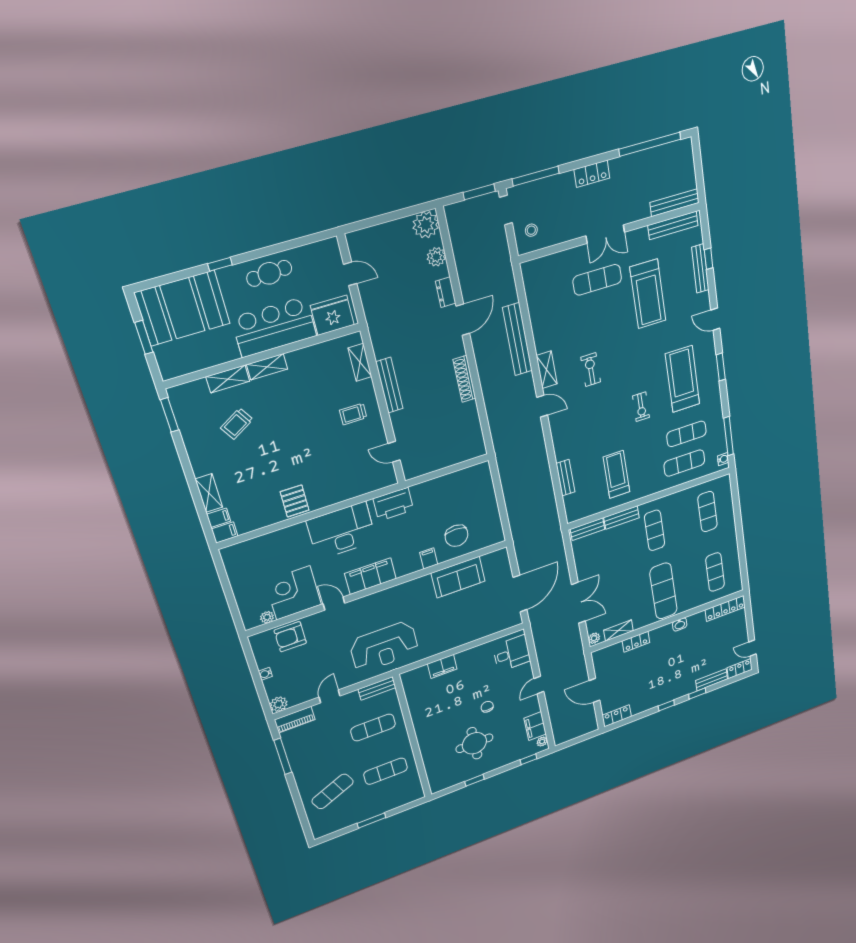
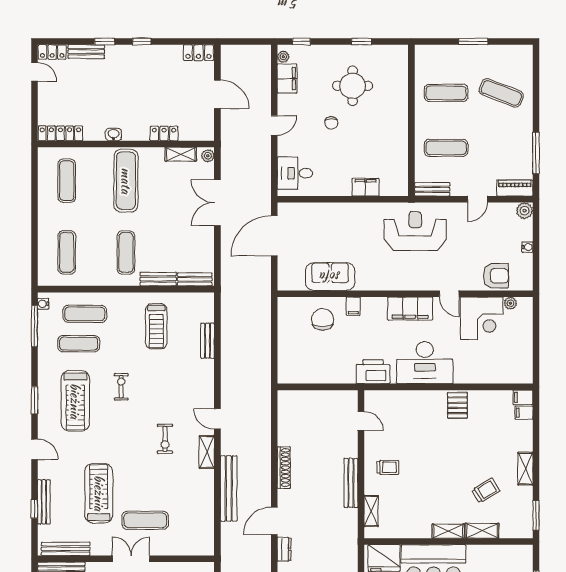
shelving: (209, 493) -> (525, 469), moved
exercise mat: (333, 791) -> (501, 93), turned 45

